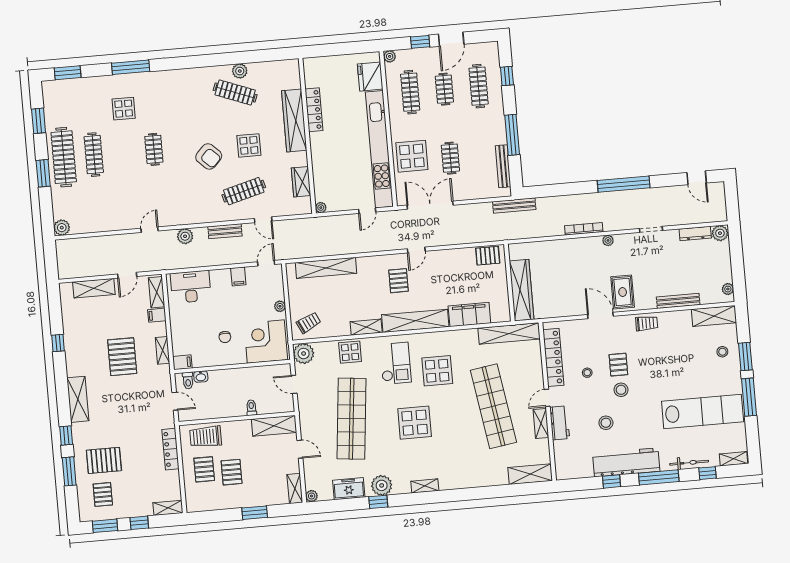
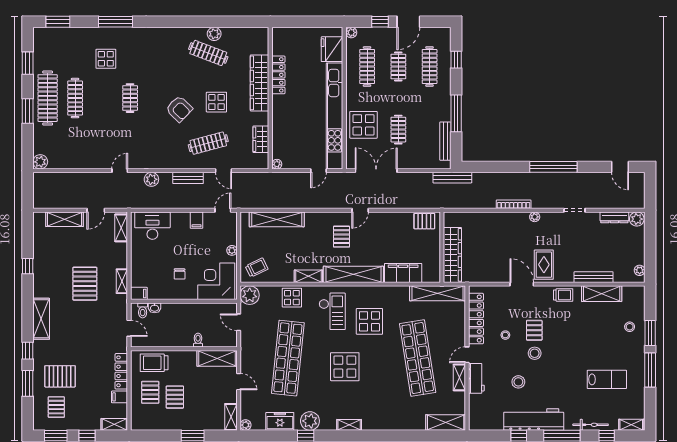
filing cabinet: (157, 315) -> (120, 397), moved
shelving: (714, 316) -> (602, 294), moved
lab bench: (703, 411) -> (607, 379), width x0.54, depth x0.72

